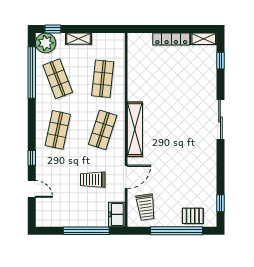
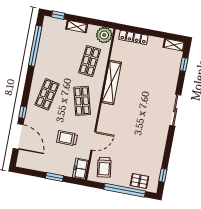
locker: (171, 39) -> (133, 37), moved
plant: (46, 43) -> (104, 35), moved
shop shelf: (58, 79) -> (55, 55), removed
shelving: (135, 129) -> (111, 82), moved
shop shelf: (103, 130) -> (82, 101), turned -33
door: (32, 189) -> (18, 136), width x1.88
window: (86, 231) -> (54, 177), width x0.47

